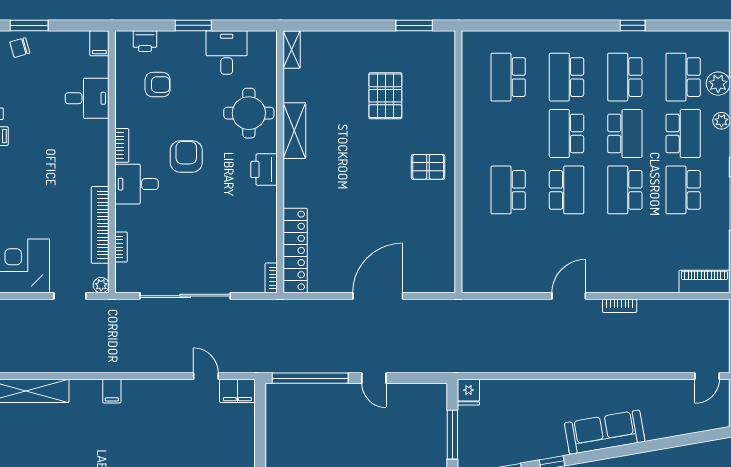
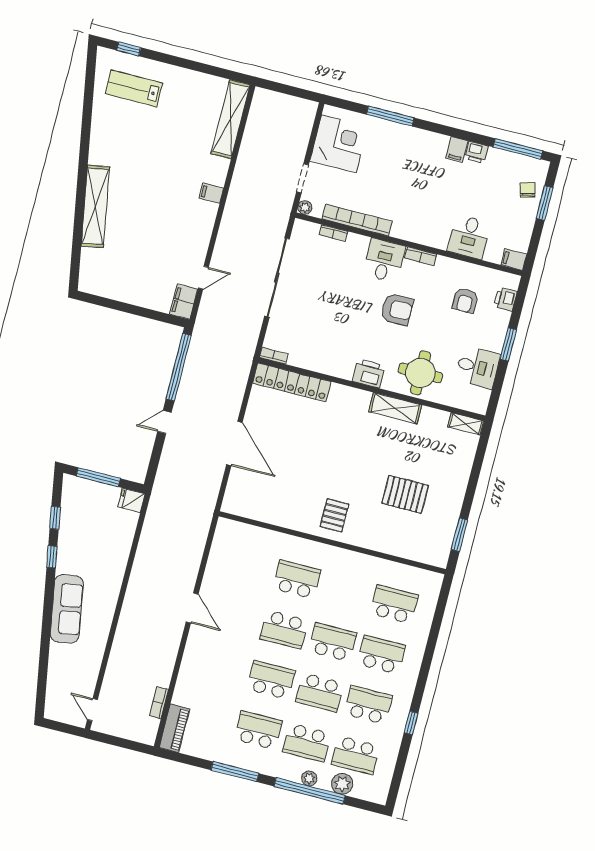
school desk: (683, 77) -> (355, 755), turned 180
bookcase: (620, 306) -> (159, 703), moved

